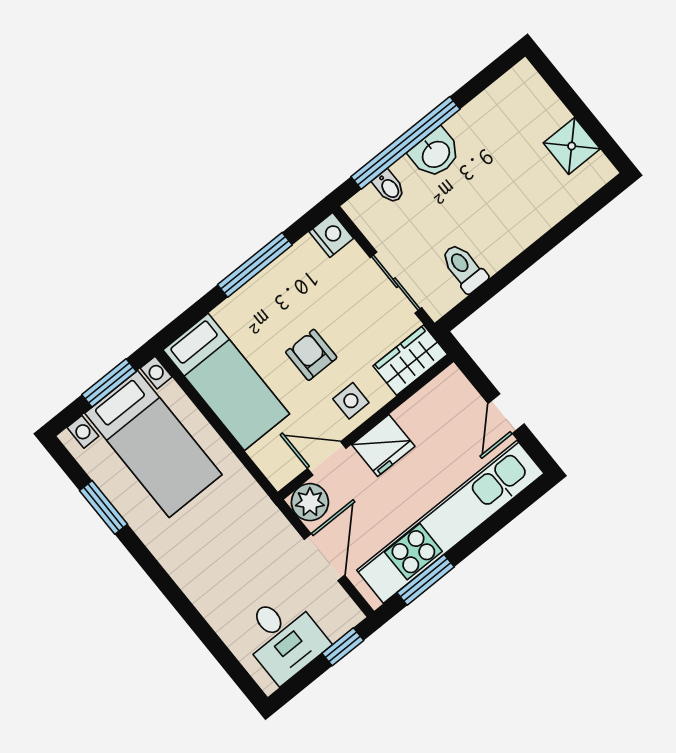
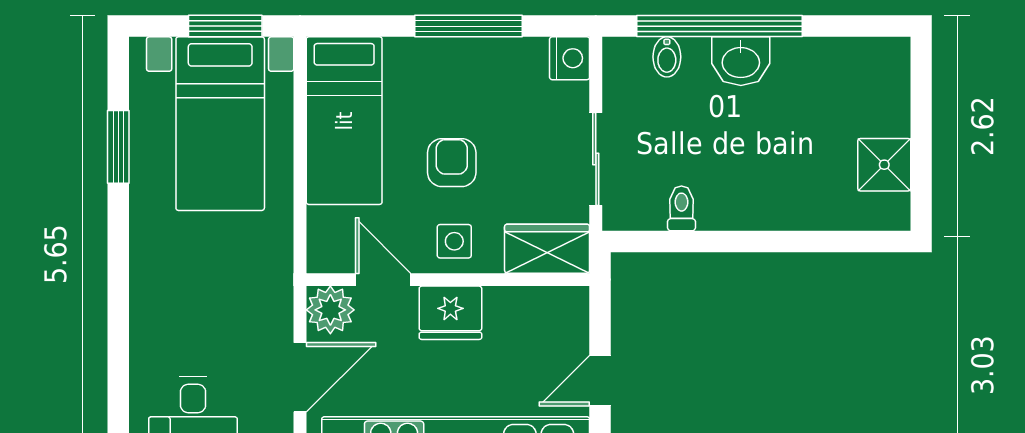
toilet: (464, 268) -> (681, 208), width x0.73, depth x0.72

